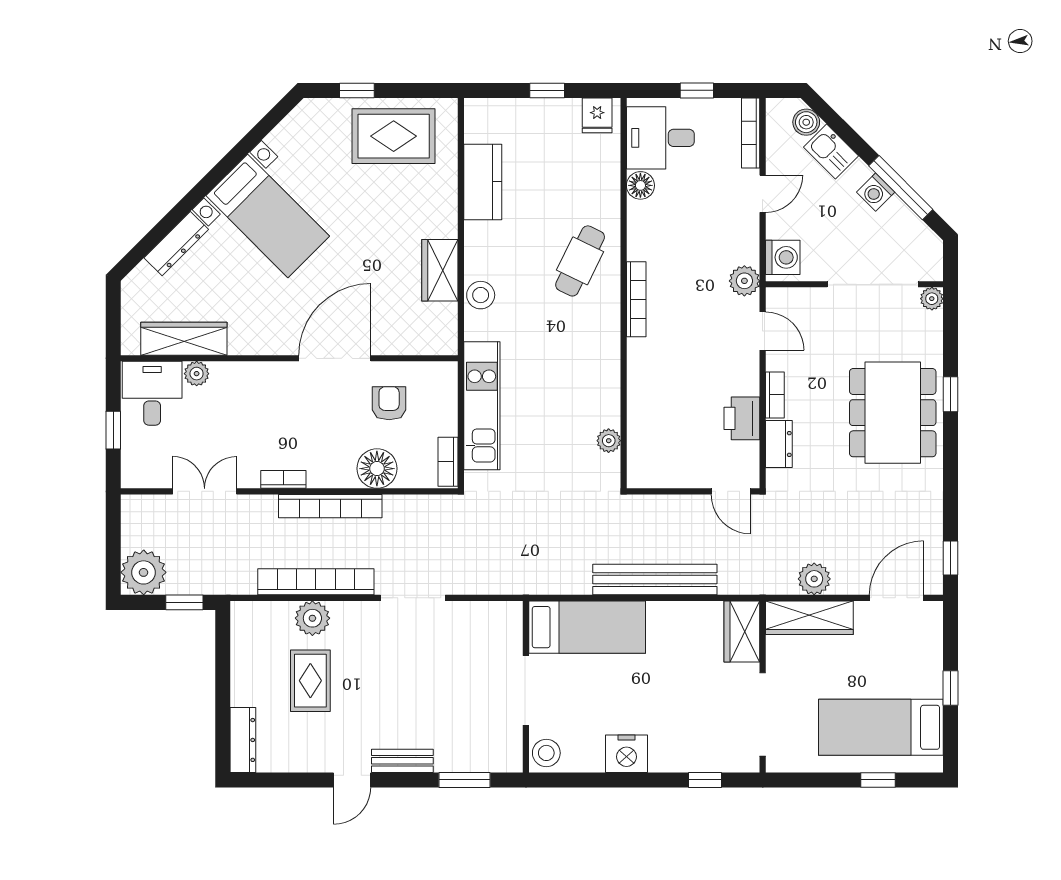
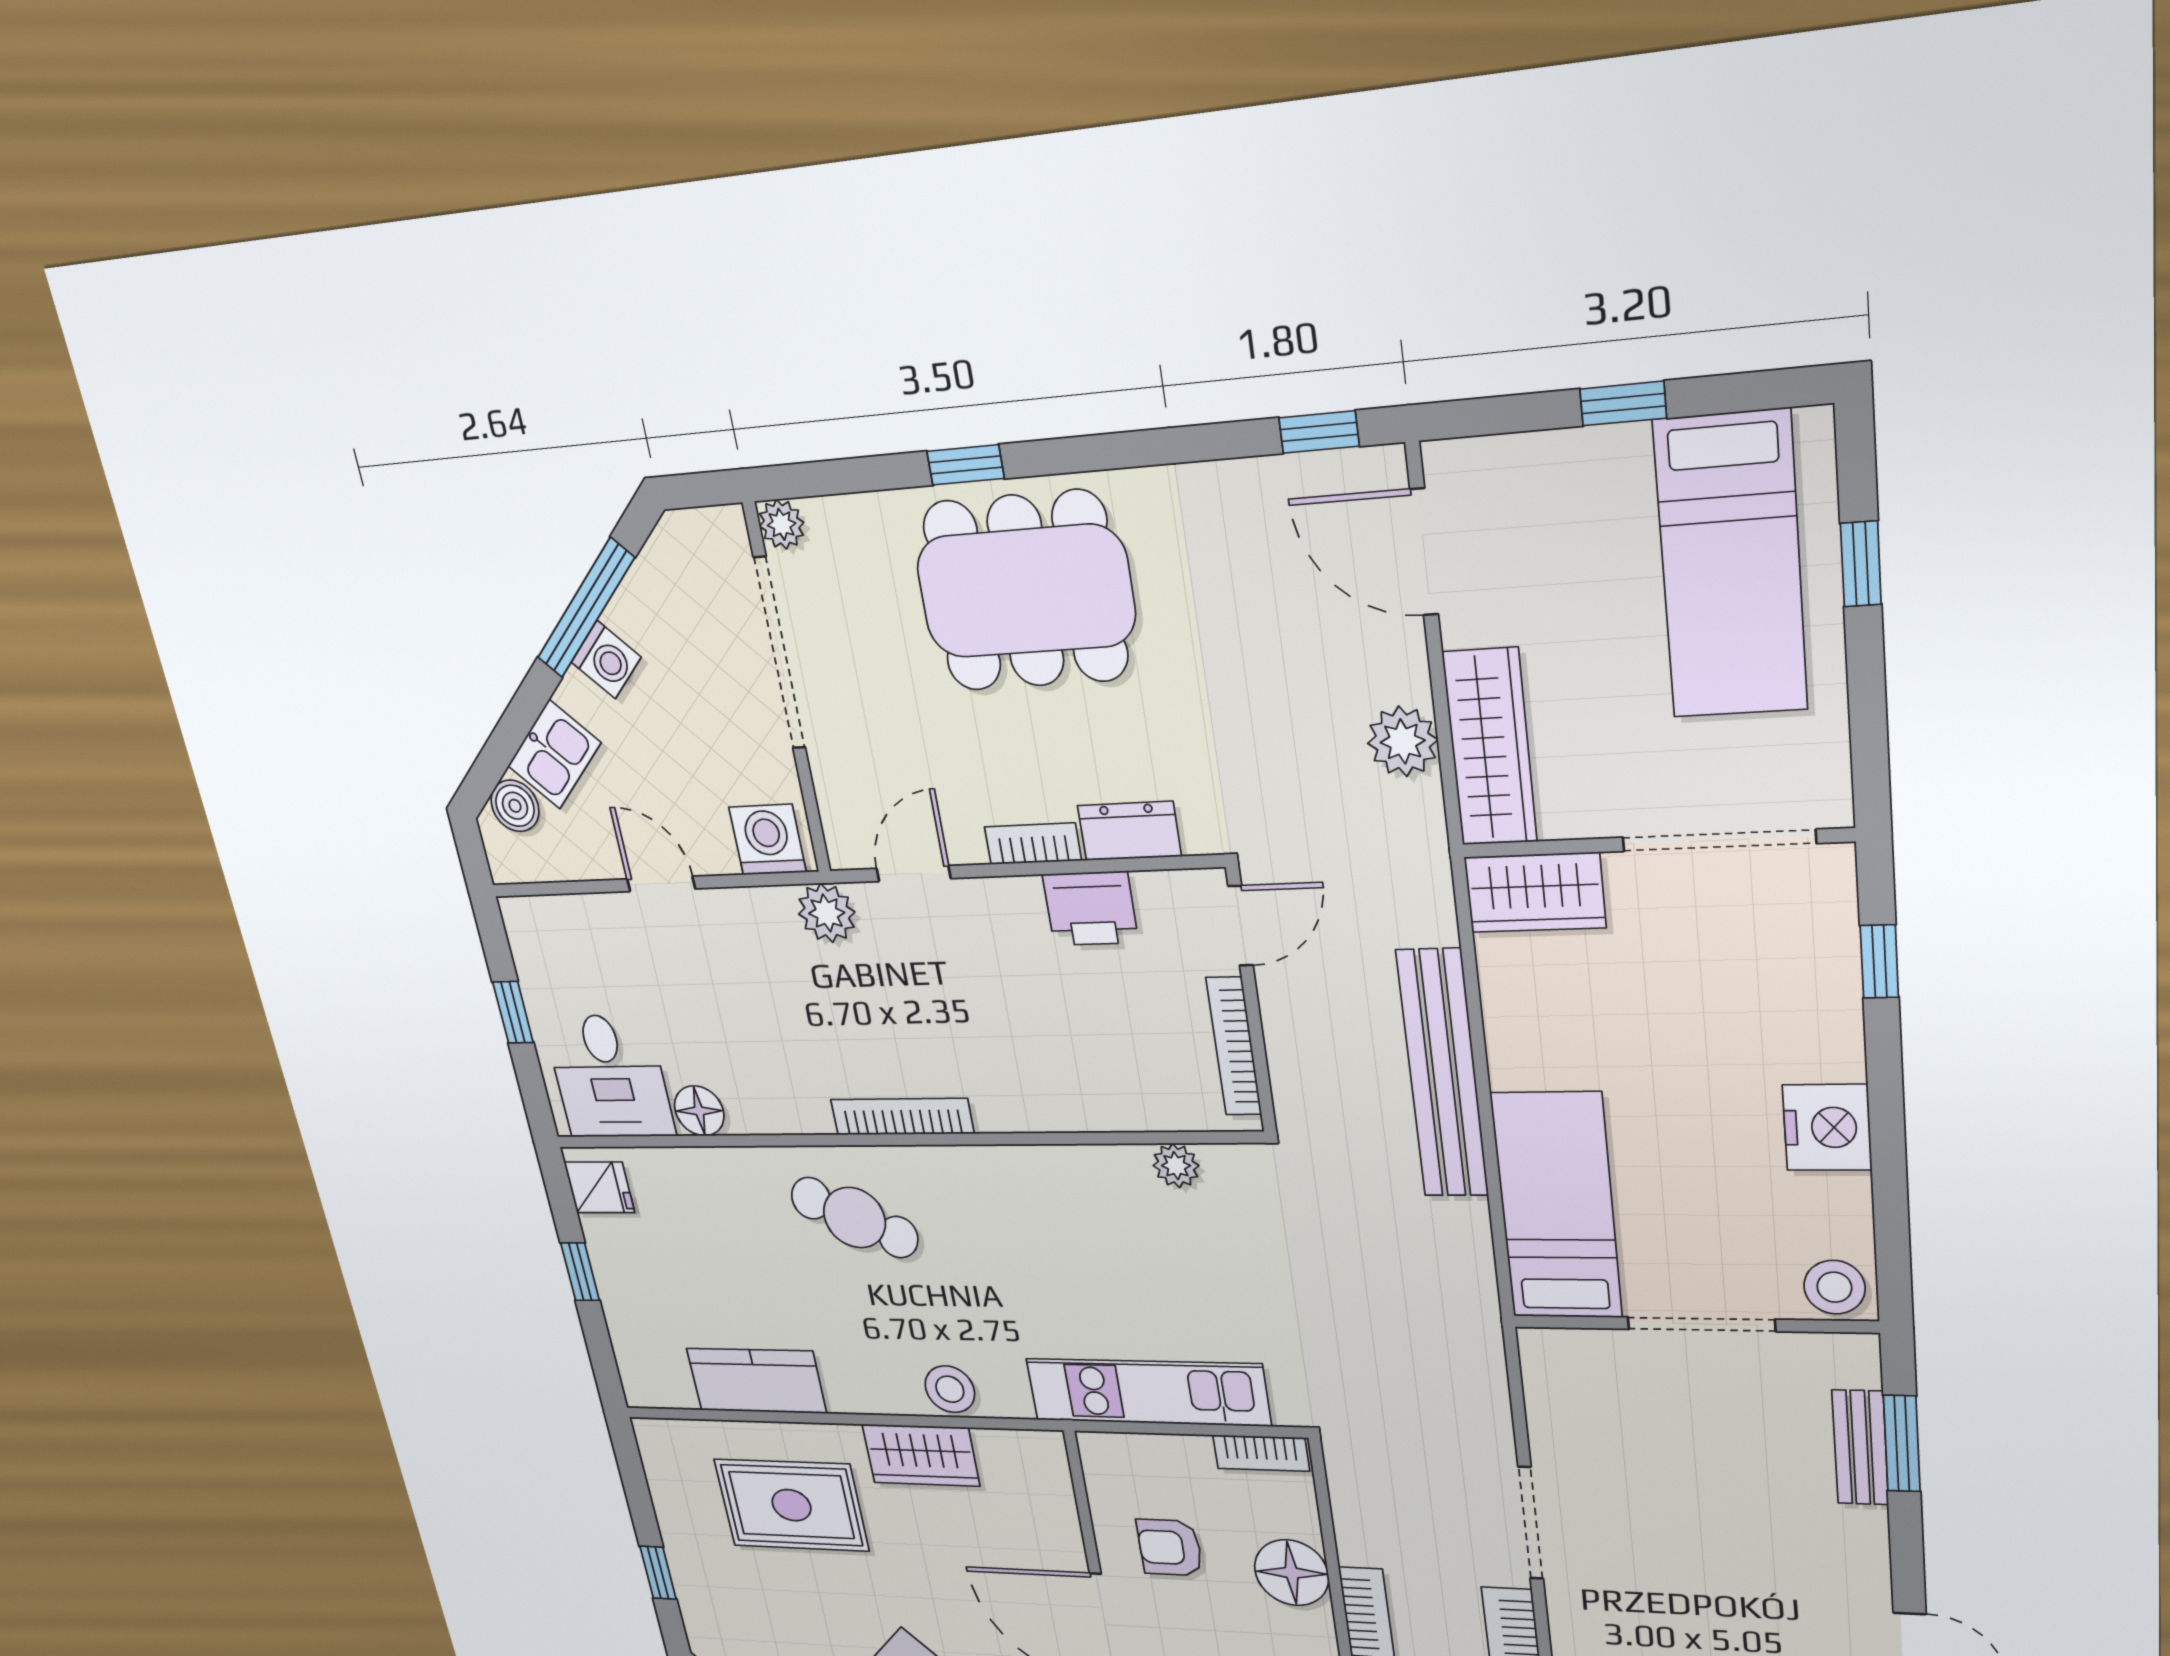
bookcase: (751, 133) -> (1234, 1046), moved, turned 90
rug: (394, 136) -> (792, 1505), moved, turned 90
bench: (402, 761) -> (1860, 1448), moved

